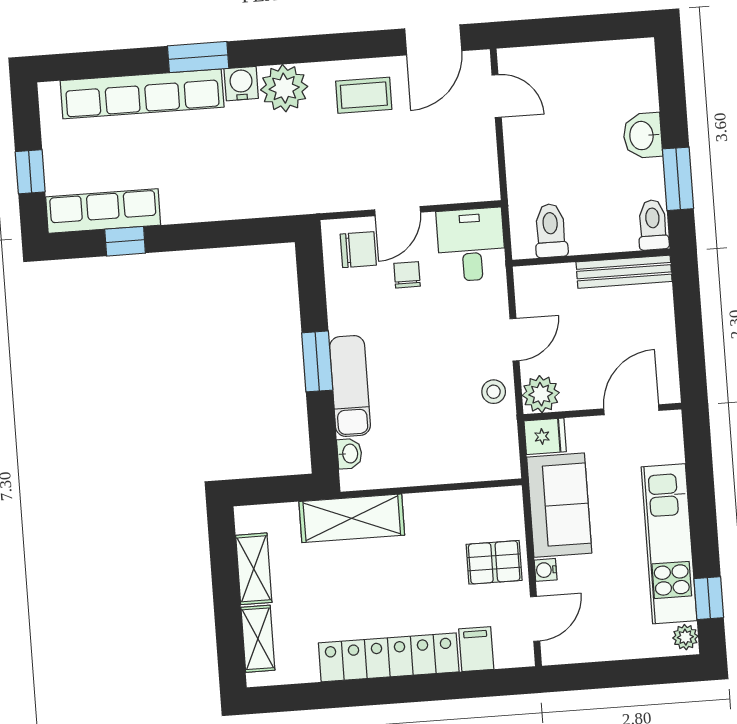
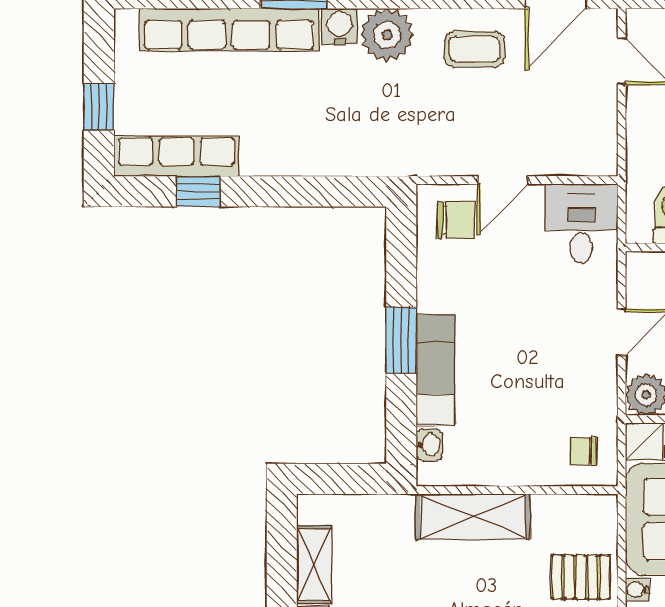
chair: (407, 275) -> (583, 451), moved, turned -90
stool: (494, 392) -> (594, 388), removed
shelving: (352, 518) -> (473, 517), moved

